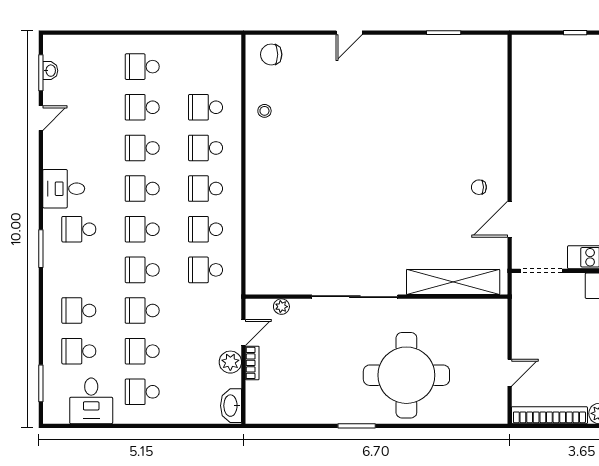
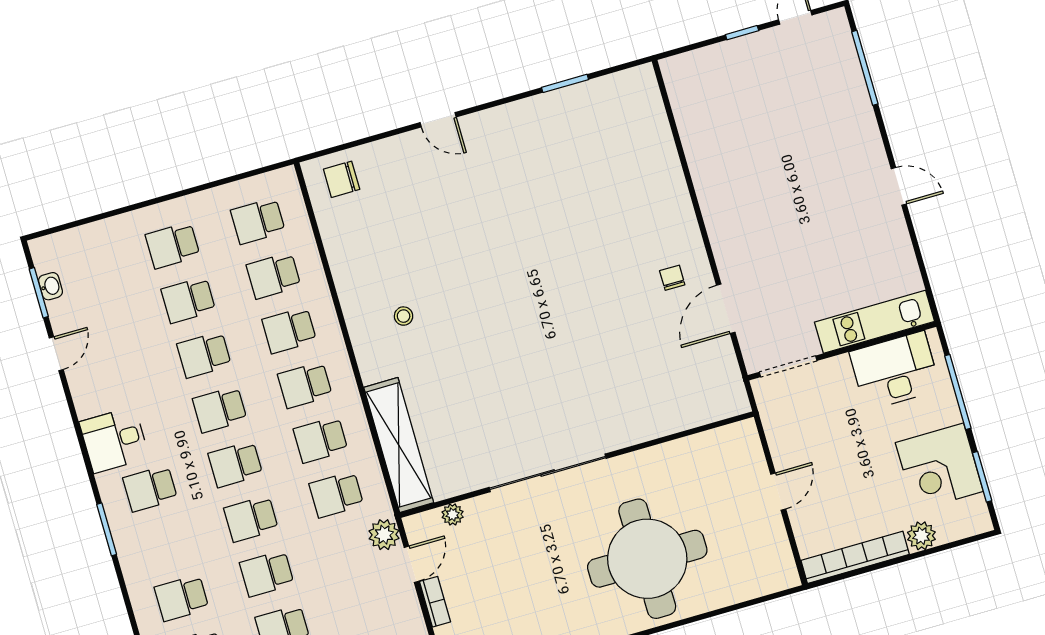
door: (349, 33) -> (438, 120), hinge flipped
school desk: (206, 67) -> (258, 221), added
stool: (264, 111) -> (404, 316), moved
chair: (479, 187) -> (672, 278), turned 90
shelving: (453, 282) -> (399, 445), moved, turned 90
plant: (230, 362) -> (384, 535), moved
door: (510, 373) -> (778, 492), moved

